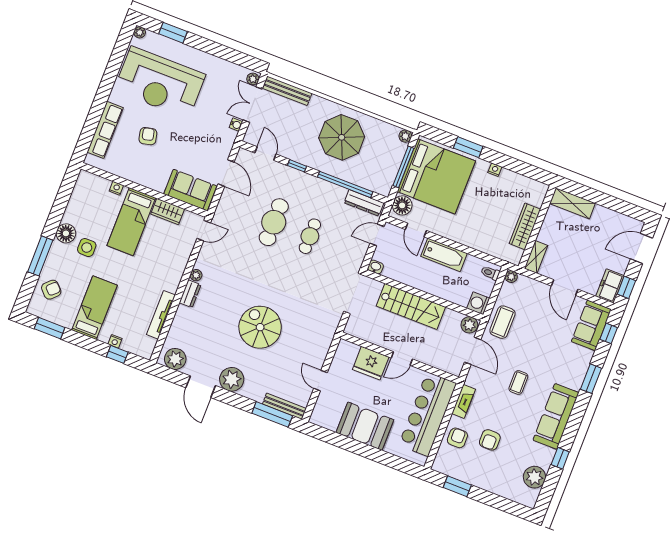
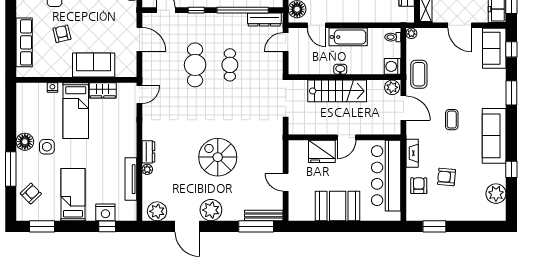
sofa: (190, 190) -> (94, 65), moved
washbasin: (376, 267) -> (340, 69), moved
plant: (196, 275) -> (147, 169), moved
nightstand: (115, 341) -> (105, 212), width x1.89, depth x1.79
armchair: (490, 440) -> (447, 177), turned 95

